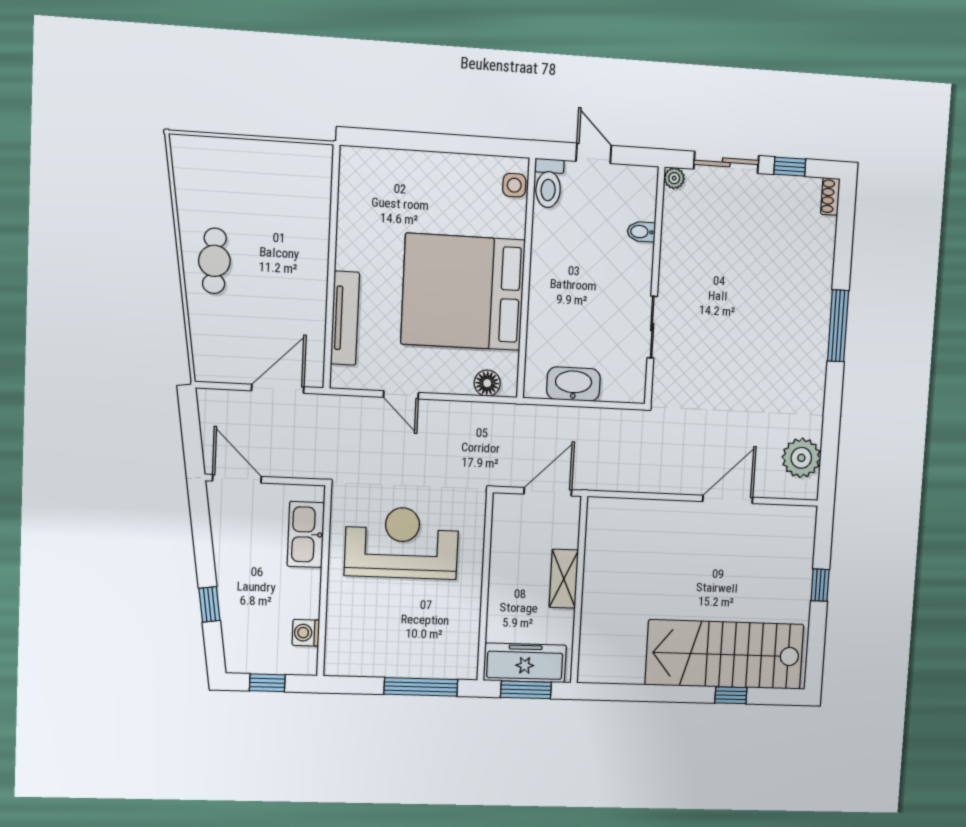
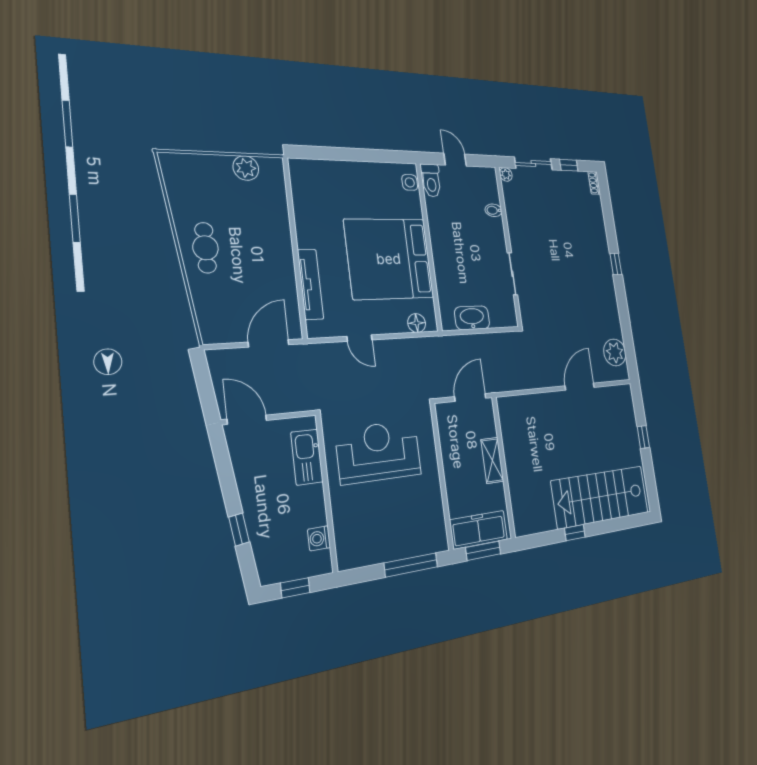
plant: (281, 158) -> (246, 168), added
window: (838, 326) -> (616, 264), width x0.46
window: (731, 695) -> (575, 533), moved

